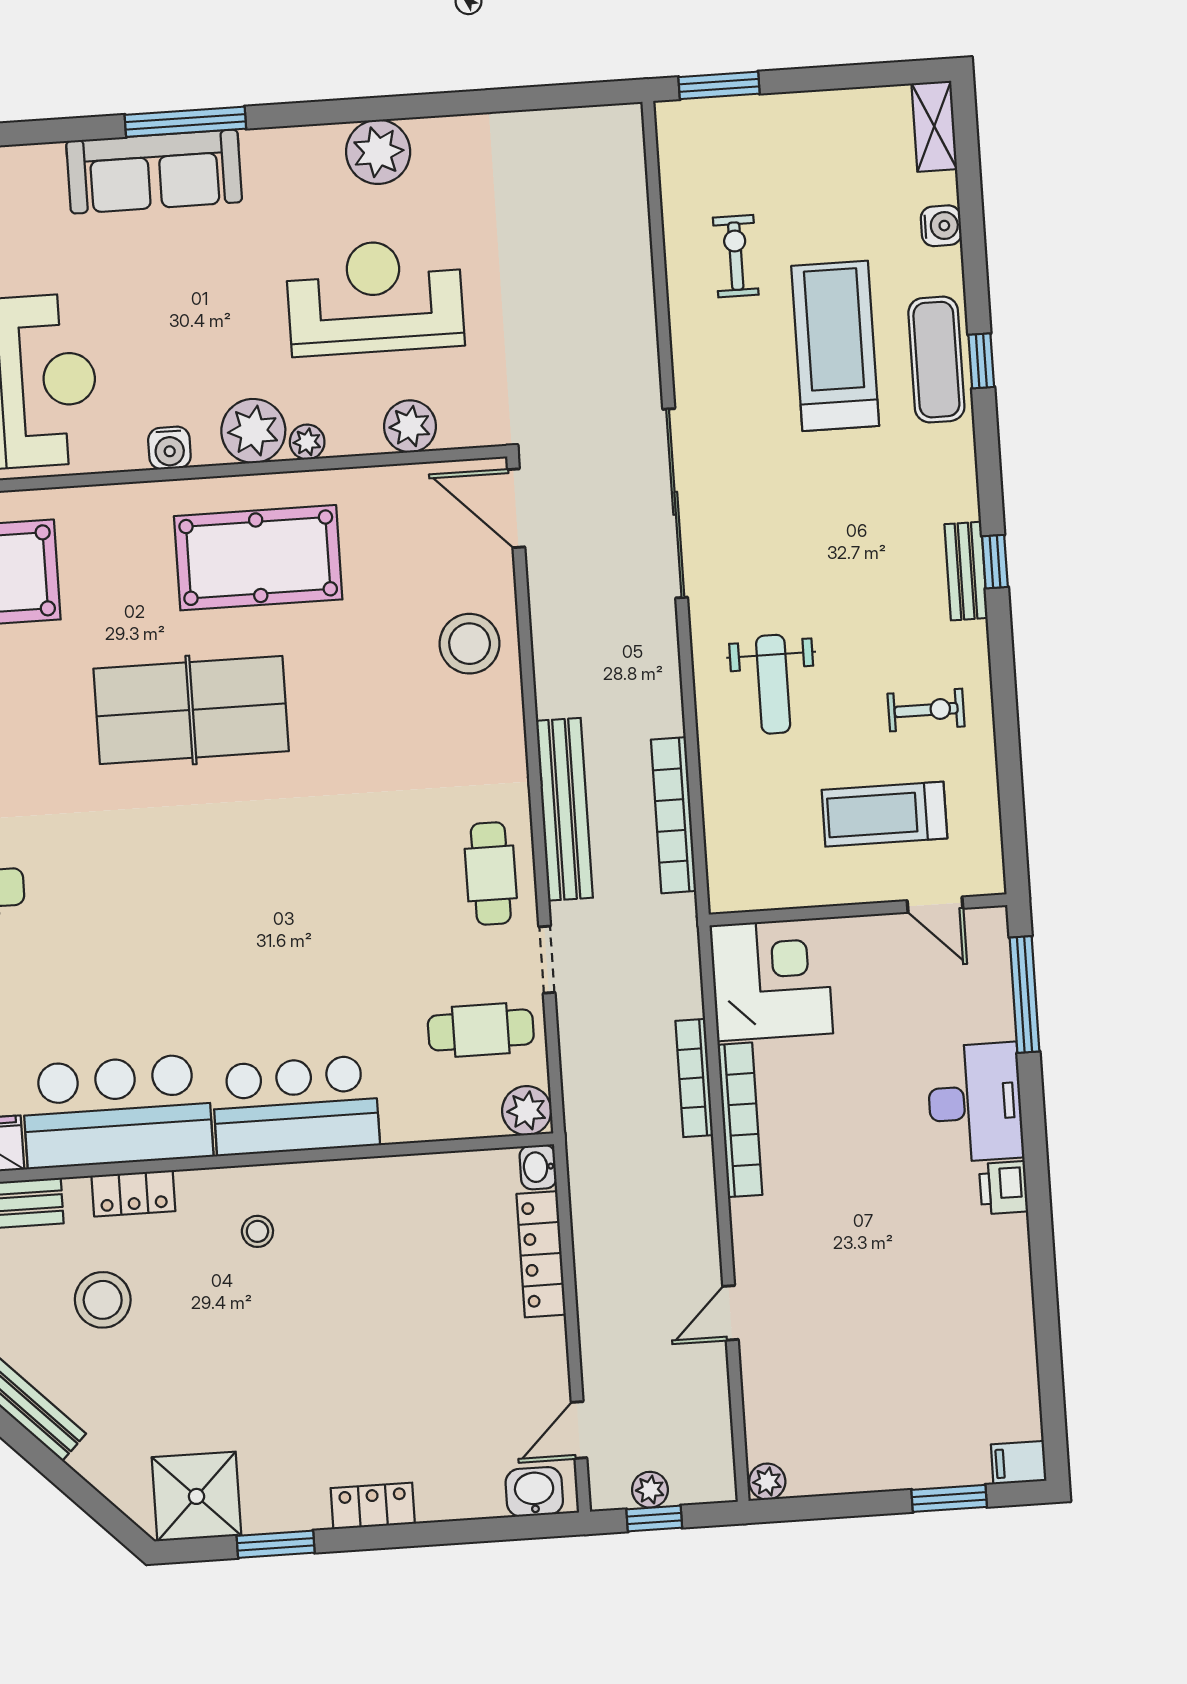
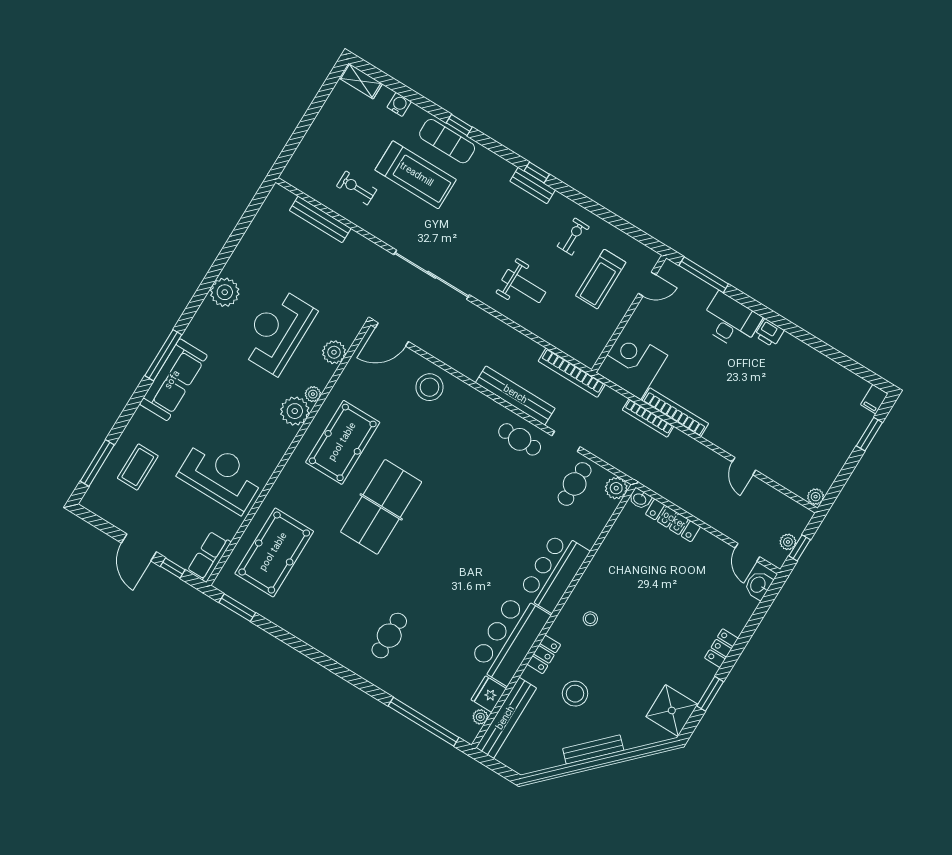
window: (719, 85) -> (289, 149), removed
bench: (632, 231) -> (320, 219), added
treadmill: (835, 346) -> (416, 175), turned 180
water cooler: (169, 448) -> (279, 446), removed
bookcase: (674, 815) -> (572, 373), moved

